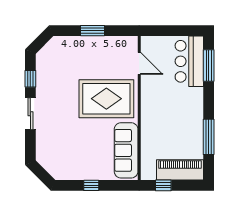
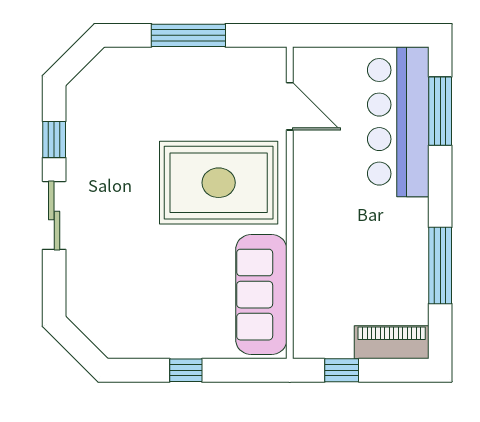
window: (92, 31) -> (188, 35), width x1.44
bar counter: (189, 61) -> (398, 122), width x1.36
piano: (180, 170) -> (392, 342), width x0.73, depth x0.75

